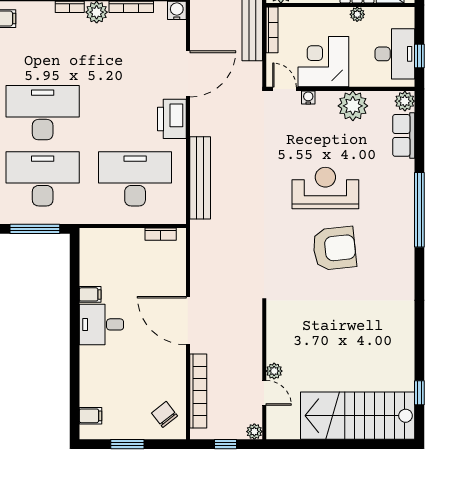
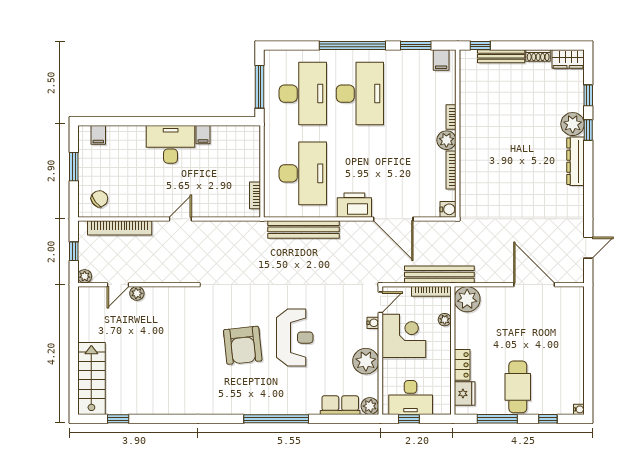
plant: (357, 14) -> (445, 320), moved
door: (188, 321) -> (180, 219), width x0.53
desk: (101, 324) -> (171, 144), width x1.37
stairs: (358, 416) -> (91, 379), width x0.73, depth x0.66

